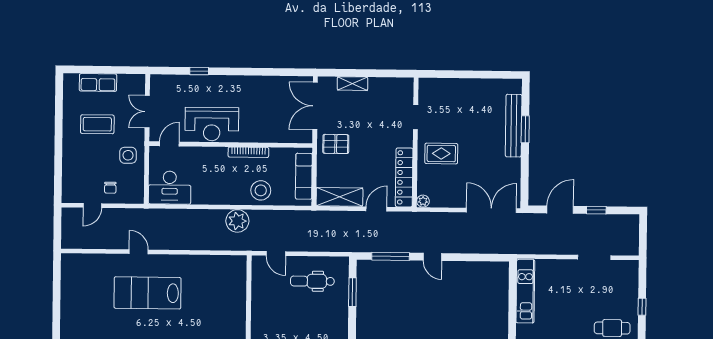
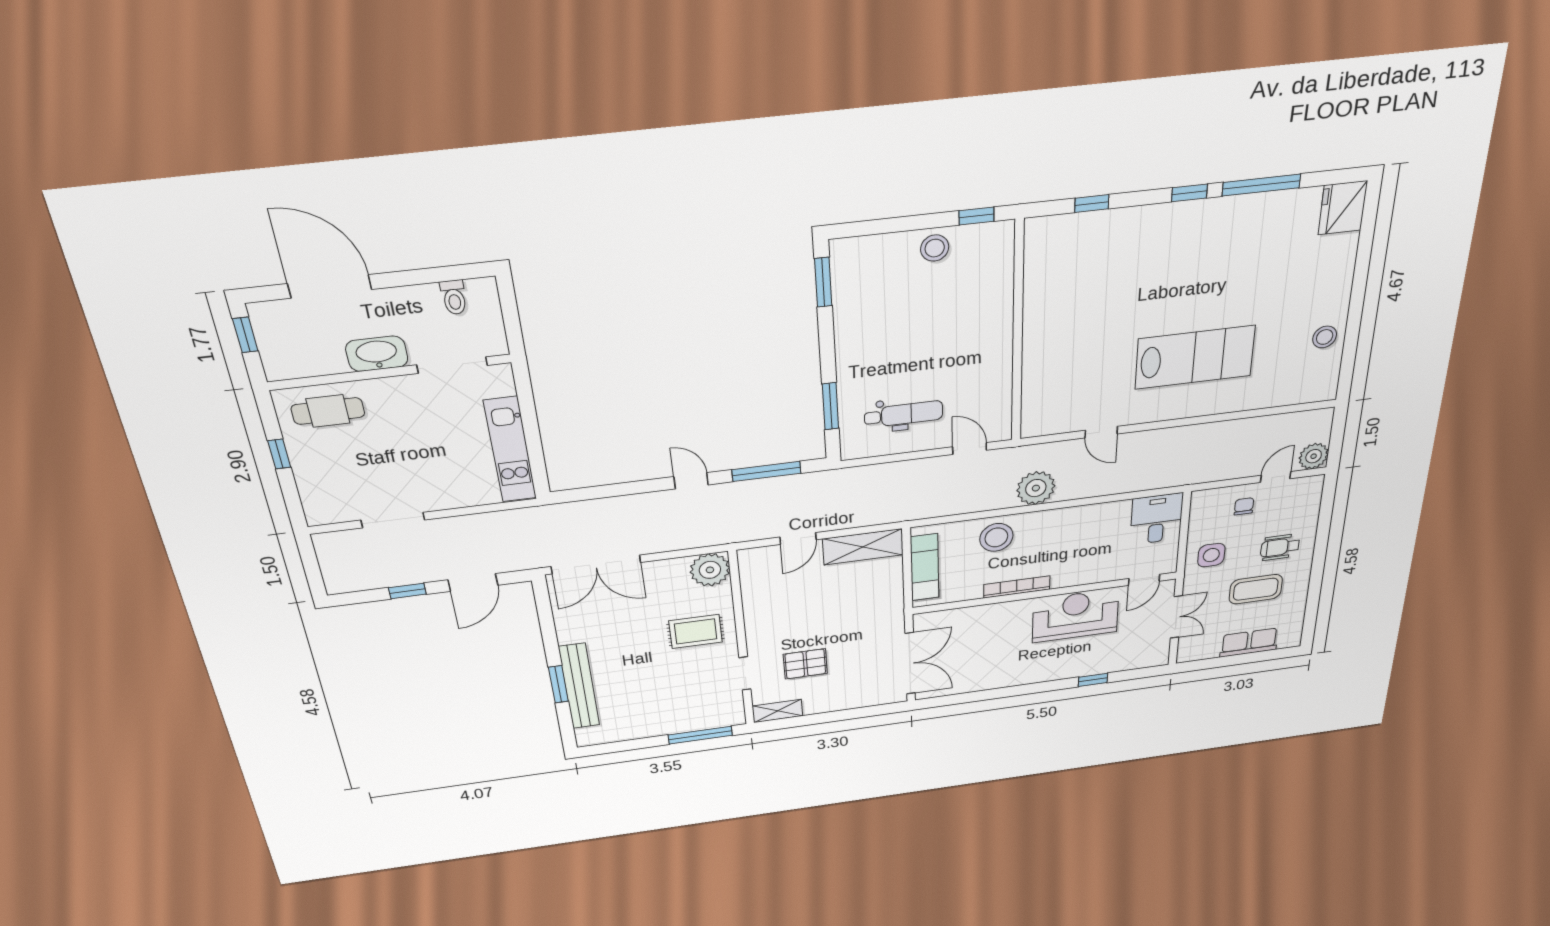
window: (447, 74) -> (700, 735), added
shelving: (352, 84) -> (777, 711), moved
pallet: (336, 144) -> (805, 664), moved
wheelchair: (85, 154) -> (1280, 547), added
locker: (404, 177) -> (755, 590), removed
desk: (170, 188) -> (1157, 519), width x0.73
plant: (423, 201) -> (710, 570), width x1.88, depth x1.88
plant: (70, 216) -> (1314, 456), added
door: (139, 252) -> (1101, 432), moved
stool: (73, 295) -> (1325, 337), added

